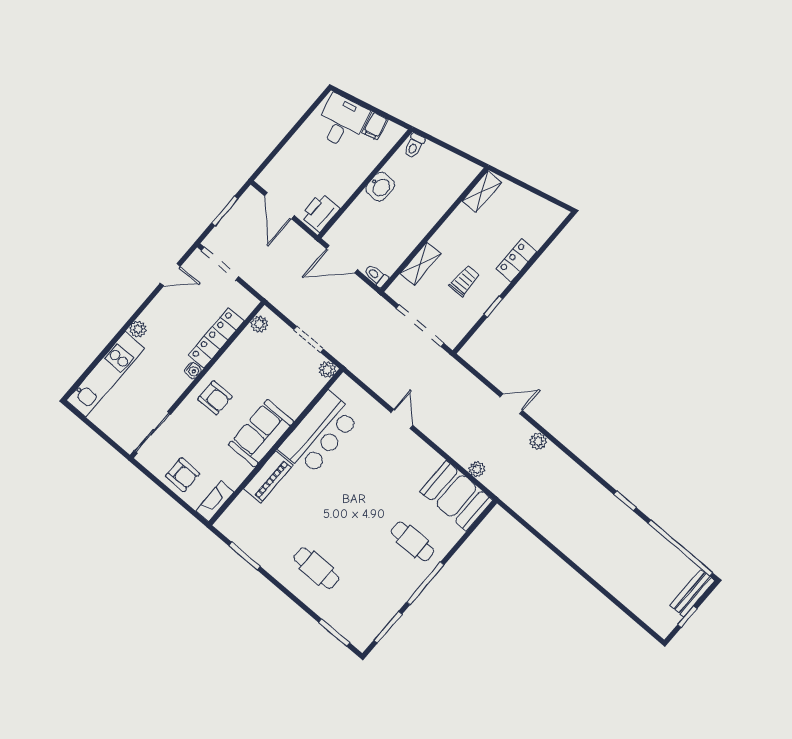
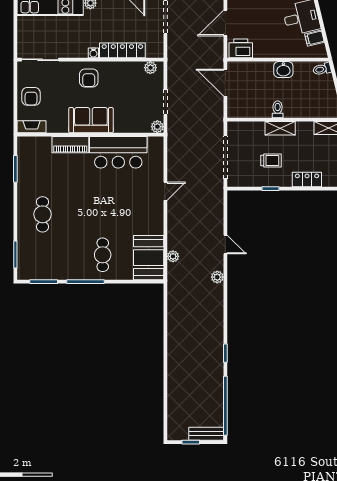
shelving: (421, 264) -> (280, 128), moved
toilet: (376, 276) -> (278, 109), moved

